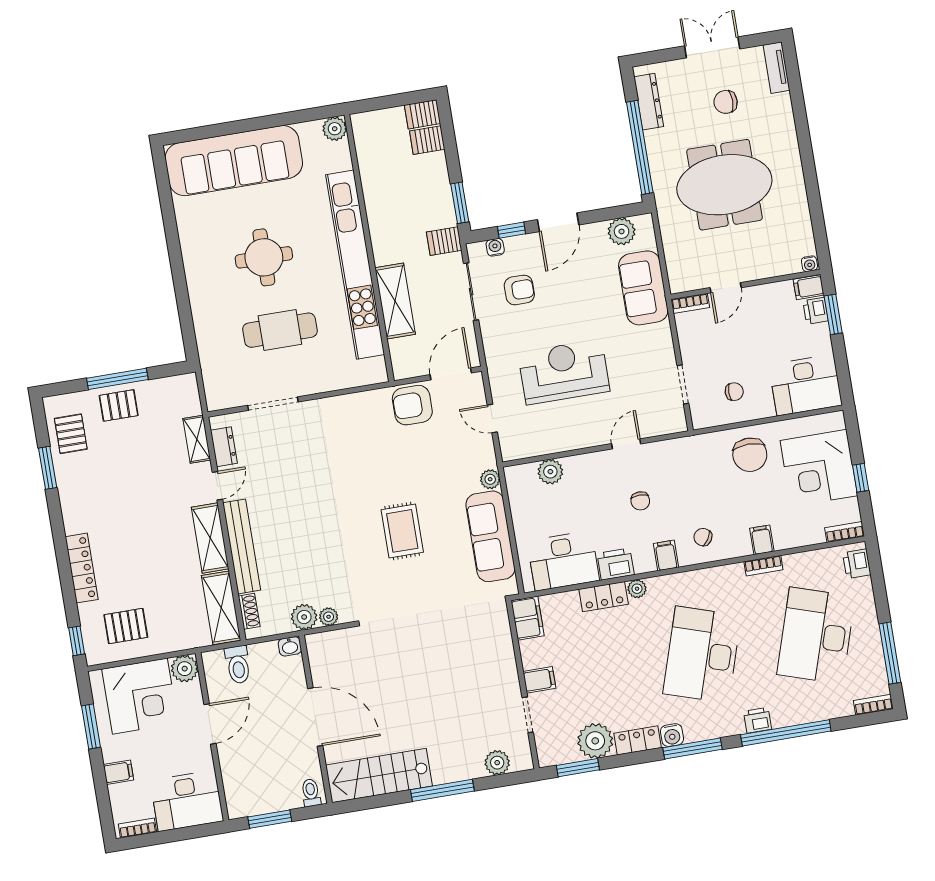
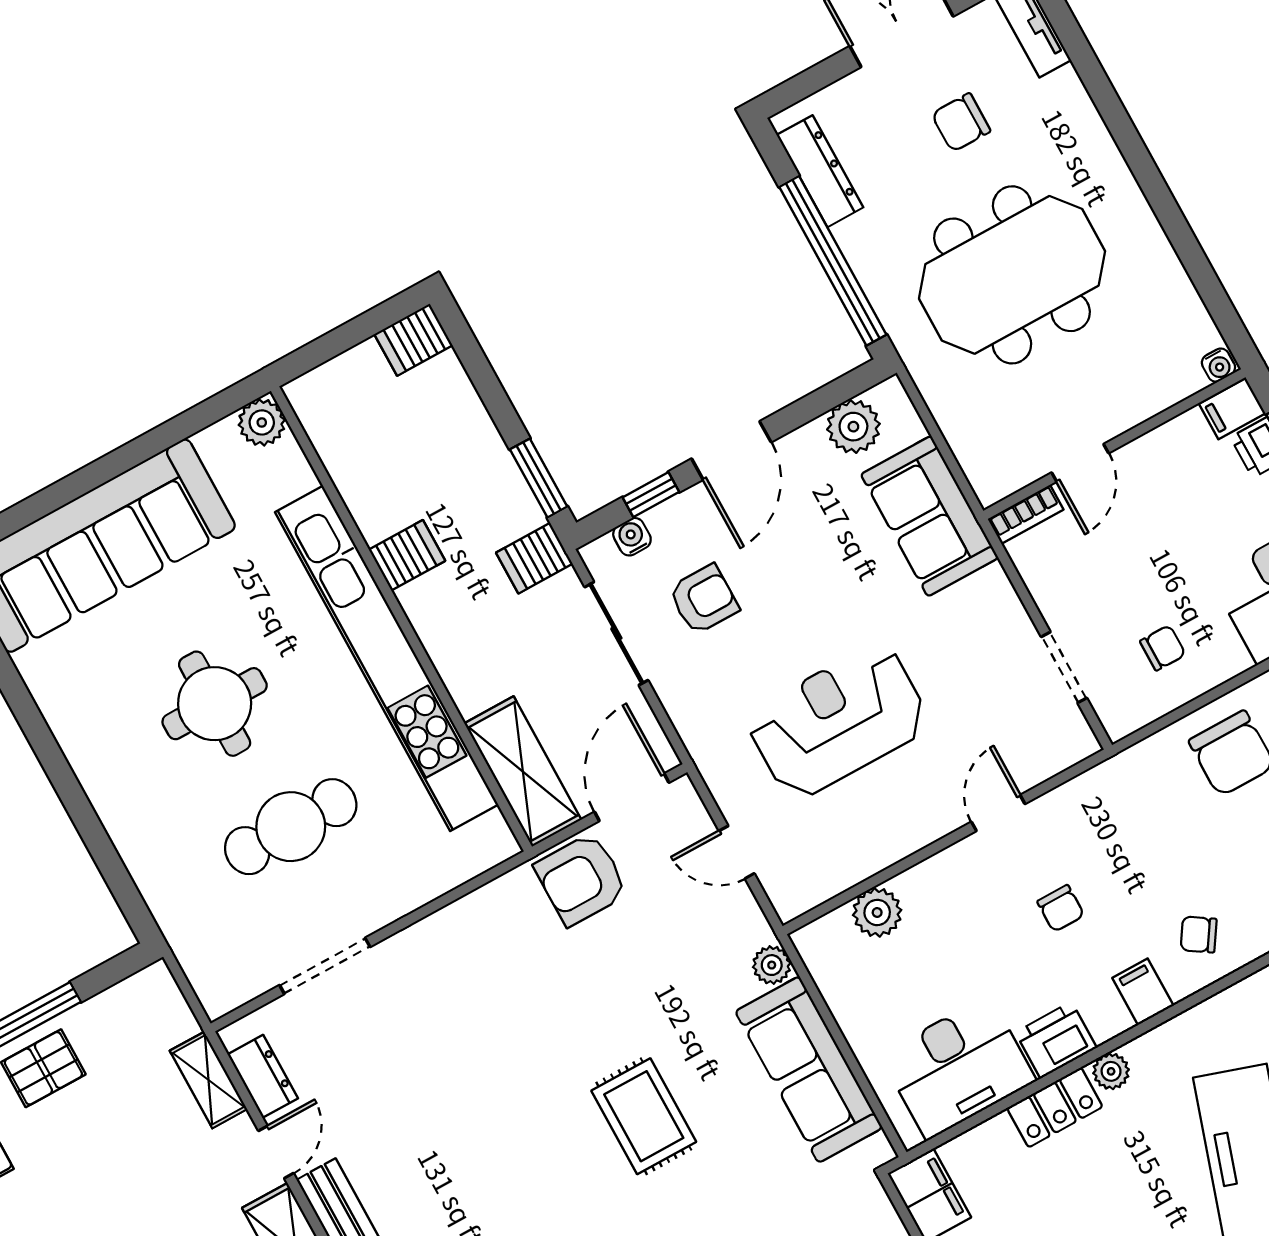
server rack: (427, 140) -> (407, 555), moved, turned 180
shelving: (395, 301) -> (523, 772), moved

